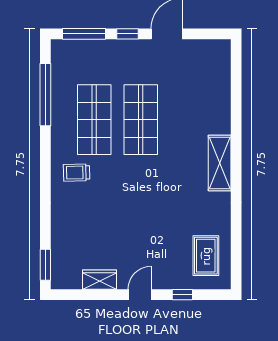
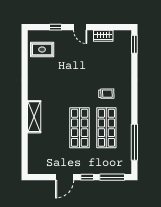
shelving: (220, 163) -> (34, 117), moved
trolley: (77, 173) -> (106, 94), moved
rug: (206, 256) -> (42, 50), turned 90
door: (140, 295) -> (80, 27), hinge flipped

